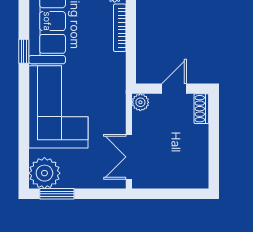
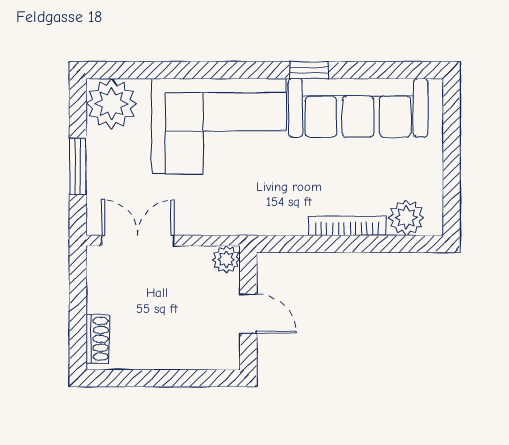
shoe rack: (201, 109) -> (98, 339), moved, turned 90
window: (57, 194) -> (78, 166), moved

